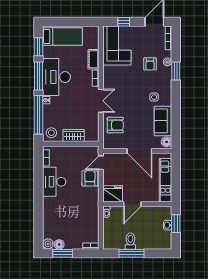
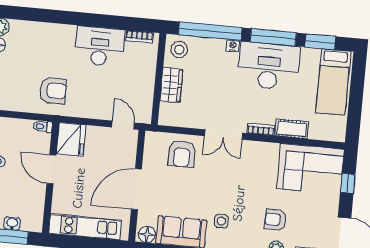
armchair: (90, 178) -> (53, 91), moved

